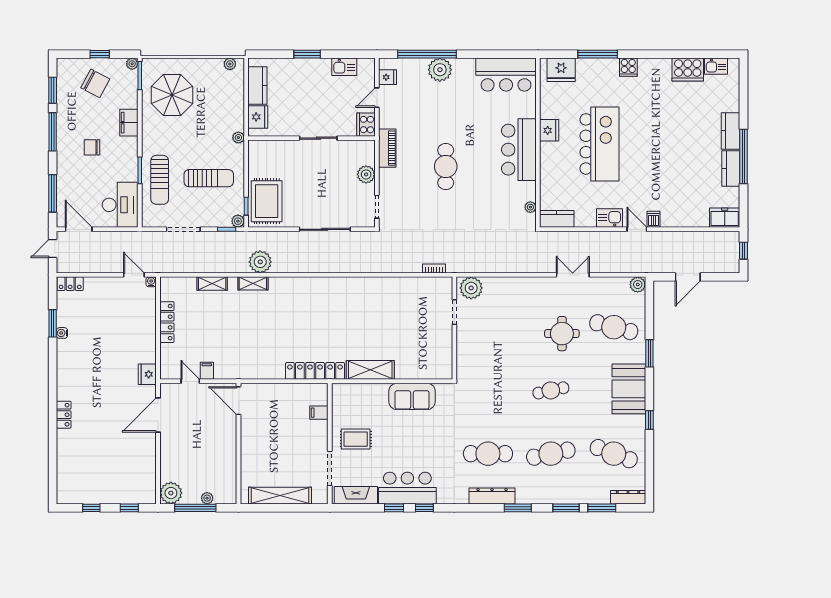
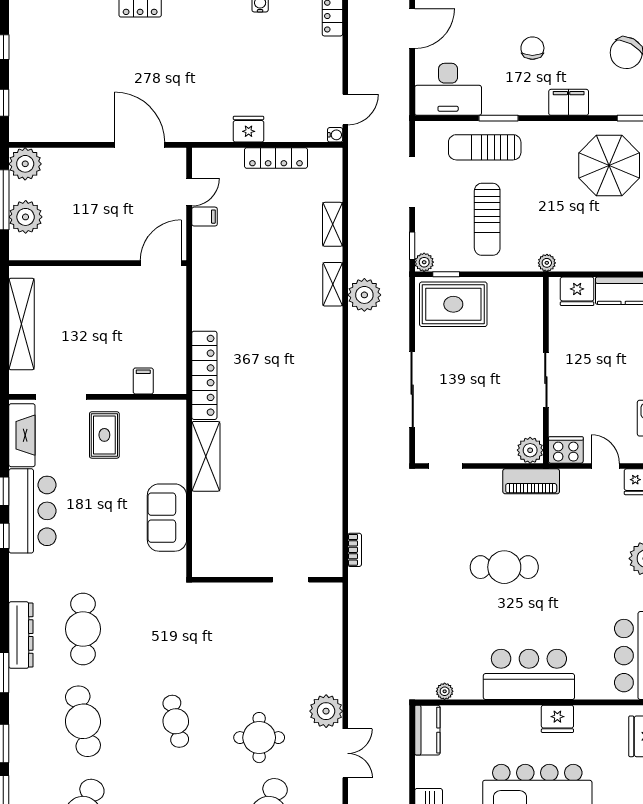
plant: (366, 174) -> (530, 450), moved
plant: (471, 288) -> (326, 711), moved
fridge: (147, 374) -> (249, 129), moved
plant: (207, 498) -> (26, 217), width x1.88, depth x1.88

